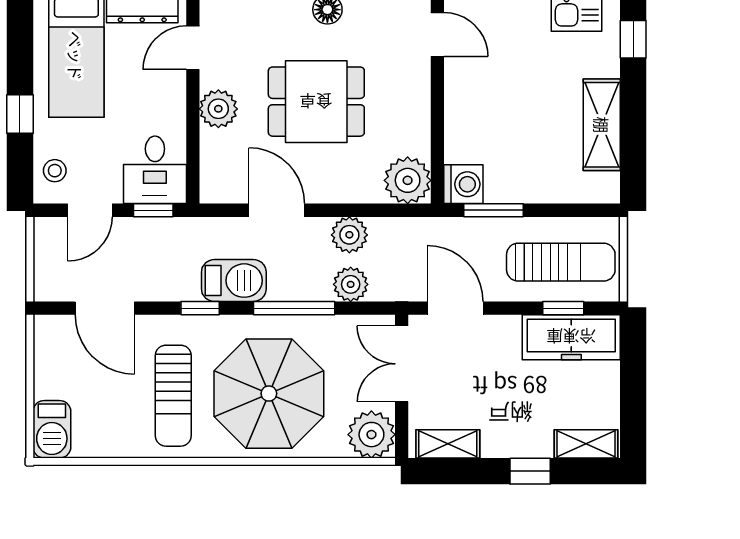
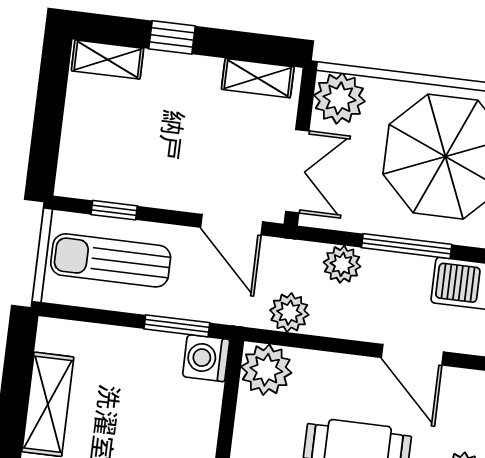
plant: (349, 235) -> (289, 313), moved
freezer: (571, 337) -> (109, 177), removed

